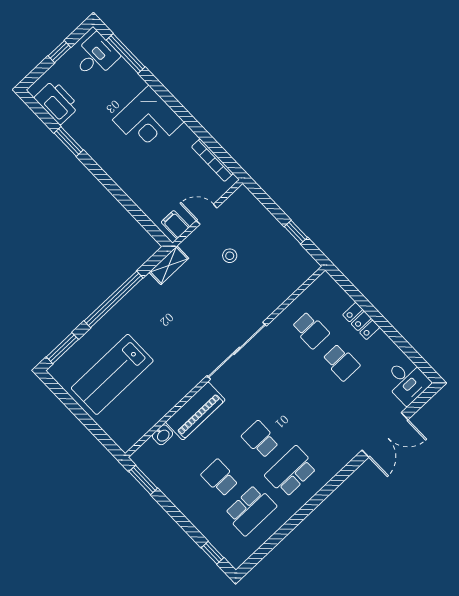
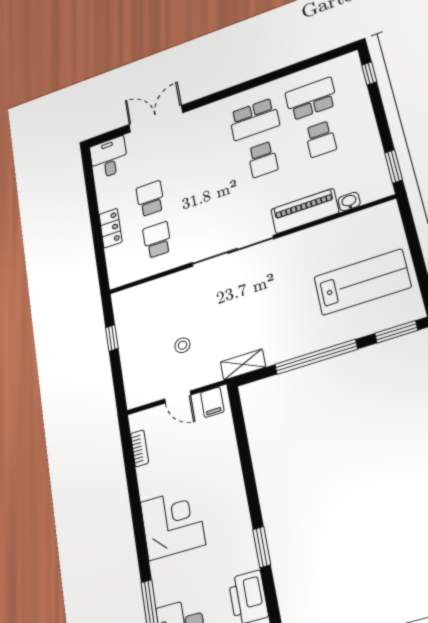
bookcase: (212, 160) -> (140, 448), width x0.64

